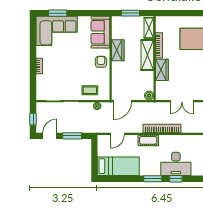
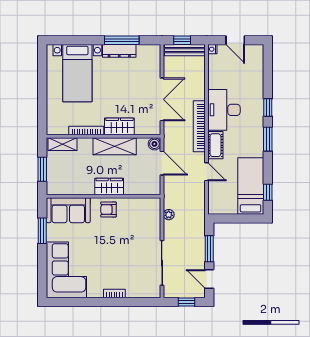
window: (58, 13) -> (42, 231), moved
wardrobe: (118, 50) -> (109, 186), moved
shelving: (147, 55) -> (115, 146), moved
coffee table: (90, 90) -> (147, 225), removed
door: (123, 101) -> (162, 163), moved
double door: (182, 101) -> (162, 99), width x1.37
door: (117, 134) -> (207, 172), moved
desk: (176, 164) -> (224, 110), moved, turned 180
window: (114, 179) -> (268, 192), added

